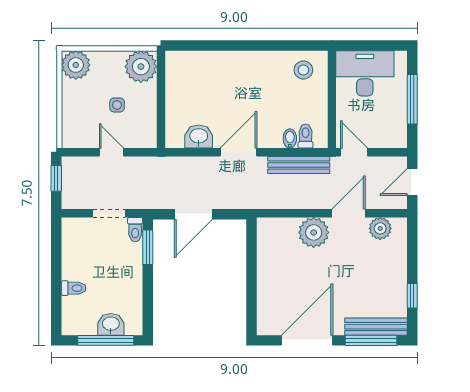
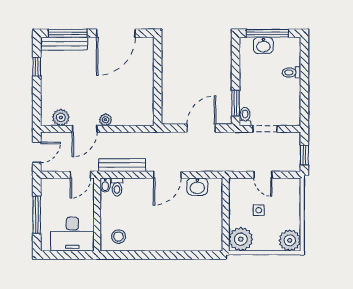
bidet: (290, 138) -> (105, 185), moved
door: (354, 152) -> (80, 175), hinge flipped
plant: (314, 232) -> (106, 120), width x0.53, depth x0.53

